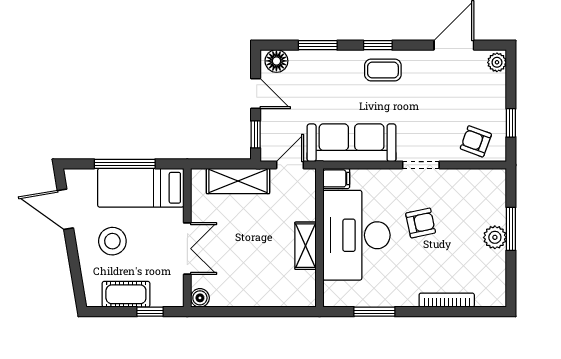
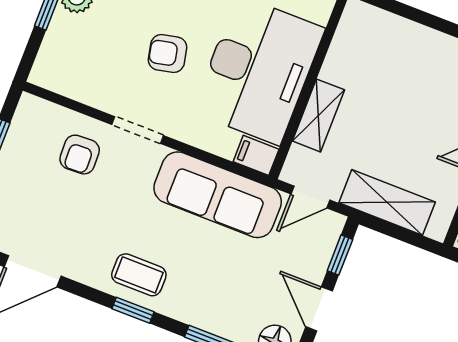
armchair: (476, 141) -> (80, 155), moved, turned 68
shelving: (305, 246) -> (318, 115), moved

